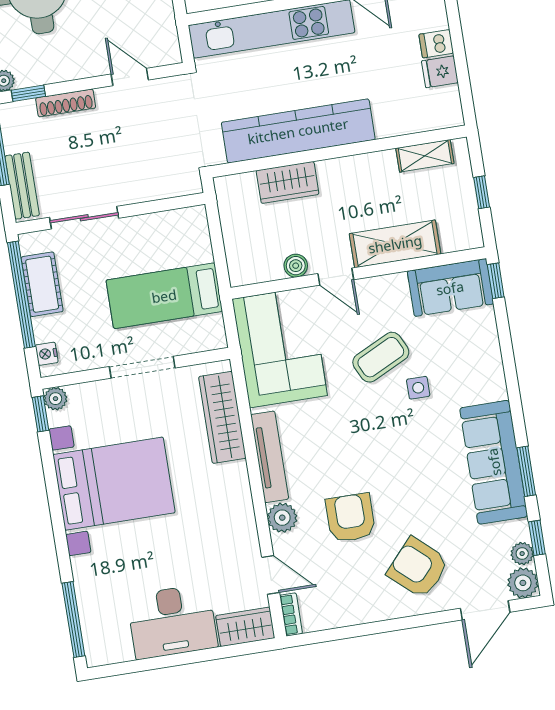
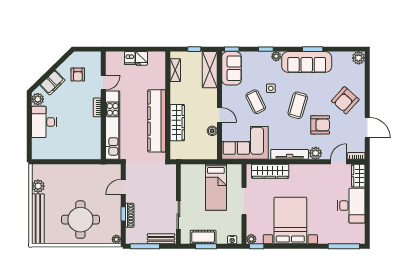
window: (28, 93) -> (123, 214), moved
wardrobe: (288, 182) -> (177, 123), width x1.50
shelving: (395, 244) -> (210, 70), moved
door: (336, 277) -> (219, 115), hinge flipped
window: (21, 295) -> (206, 246), width x0.47
coffee table: (388, 457) -> (298, 105), added
armchair: (351, 518) -> (320, 125), turned 180
window: (537, 538) -> (266, 49), moved
plant: (522, 554) -> (276, 56), moved
door: (485, 610) -> (367, 128), moved

